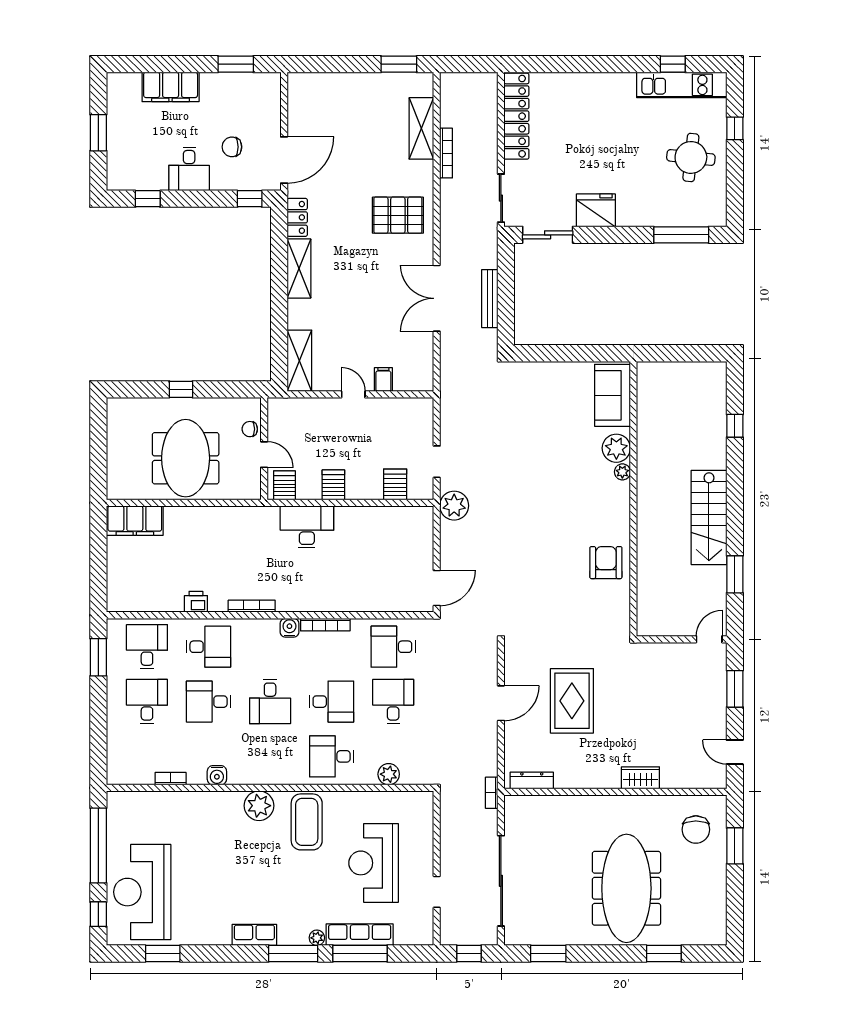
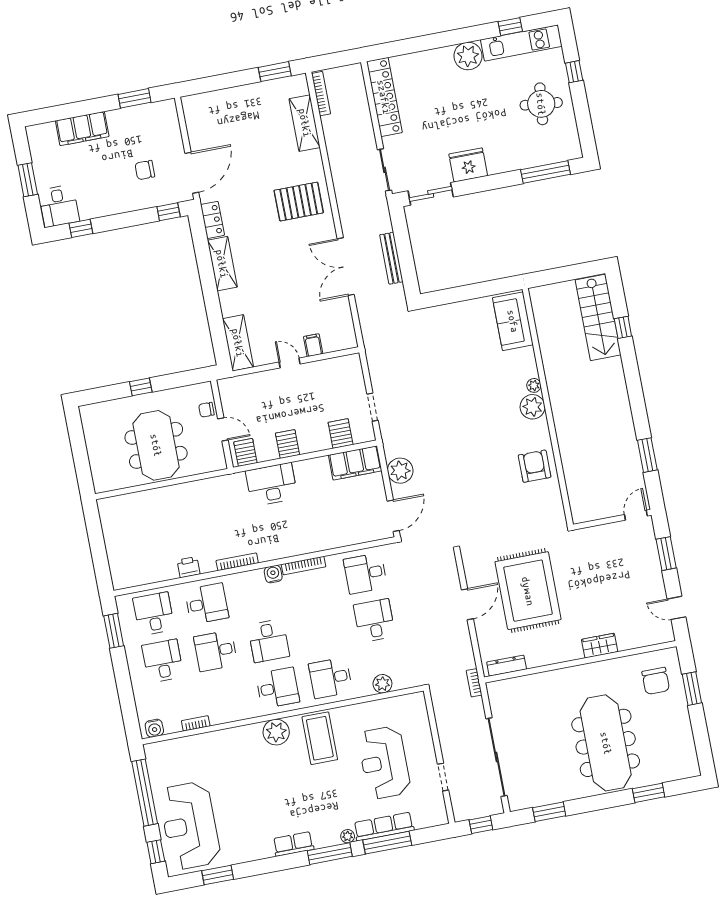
plant: (619, 88) -> (468, 56), added
bookcase: (446, 153) -> (321, 94), moved
desk: (189, 169) -> (59, 206), moved
plant: (616, 448) -> (533, 407), moved
plant: (454, 506) -> (400, 471), moved
stairs: (709, 517) -> (598, 317), moved
filing cabinet: (135, 521) -> (355, 463), moved
rug: (572, 701) -> (528, 591), width x1.37, depth x1.44
desk: (332, 702) -> (278, 688), moved
water cooler: (217, 775) -> (154, 728), moved

